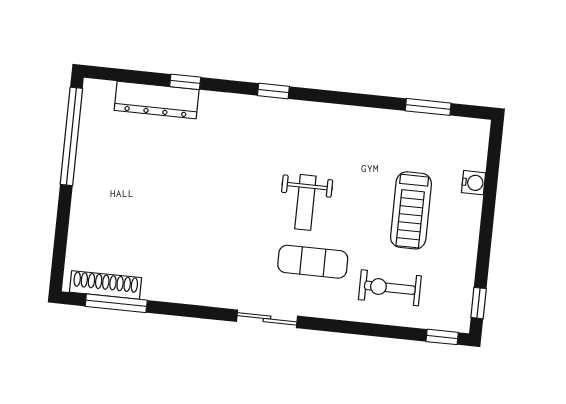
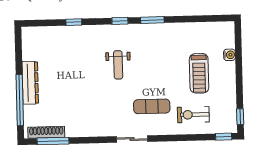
dresser: (157, 100) -> (30, 83), moved, turned -90
window: (428, 107) -> (152, 20), moved
window: (71, 136) -> (20, 100), moved
weight bench: (305, 202) -> (118, 65), moved

